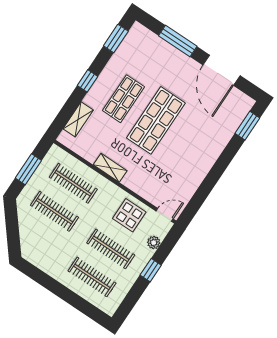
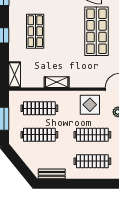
shelving: (78, 119) -> (15, 75), moved
shop shelf: (156, 120) -> (96, 31), moved
bench: (40, 261) -> (52, 174), added

